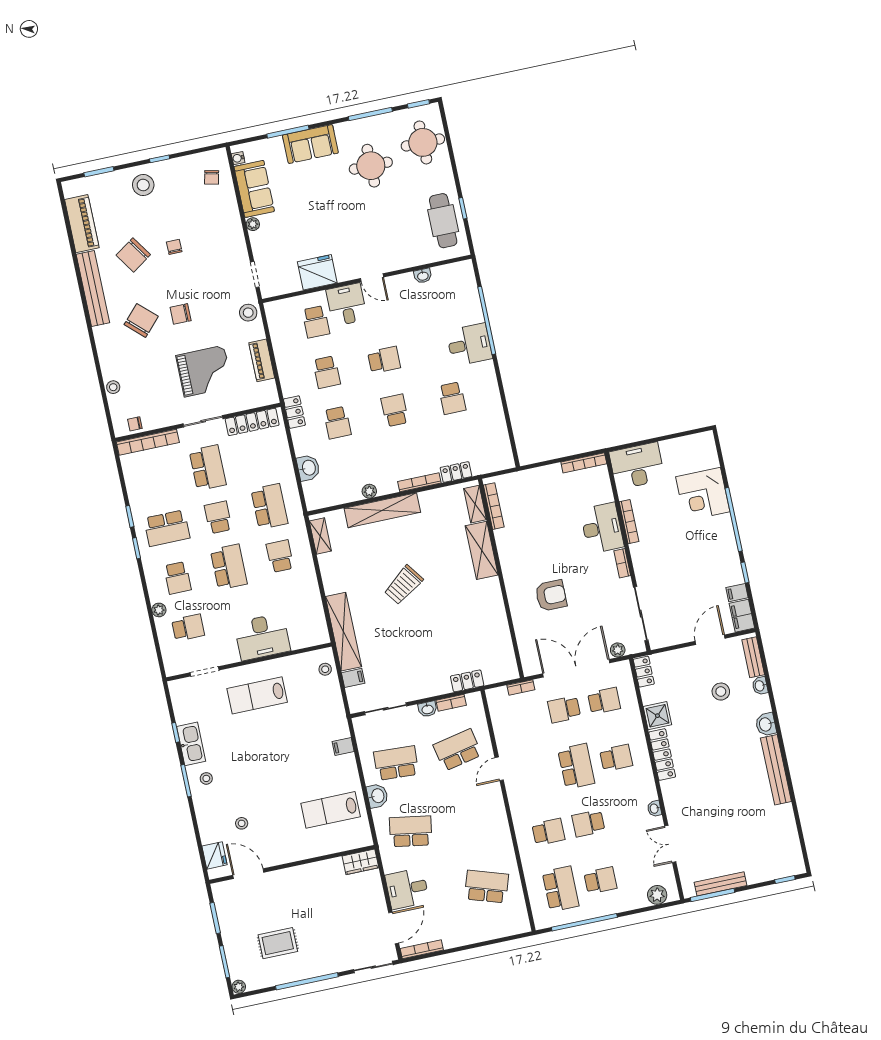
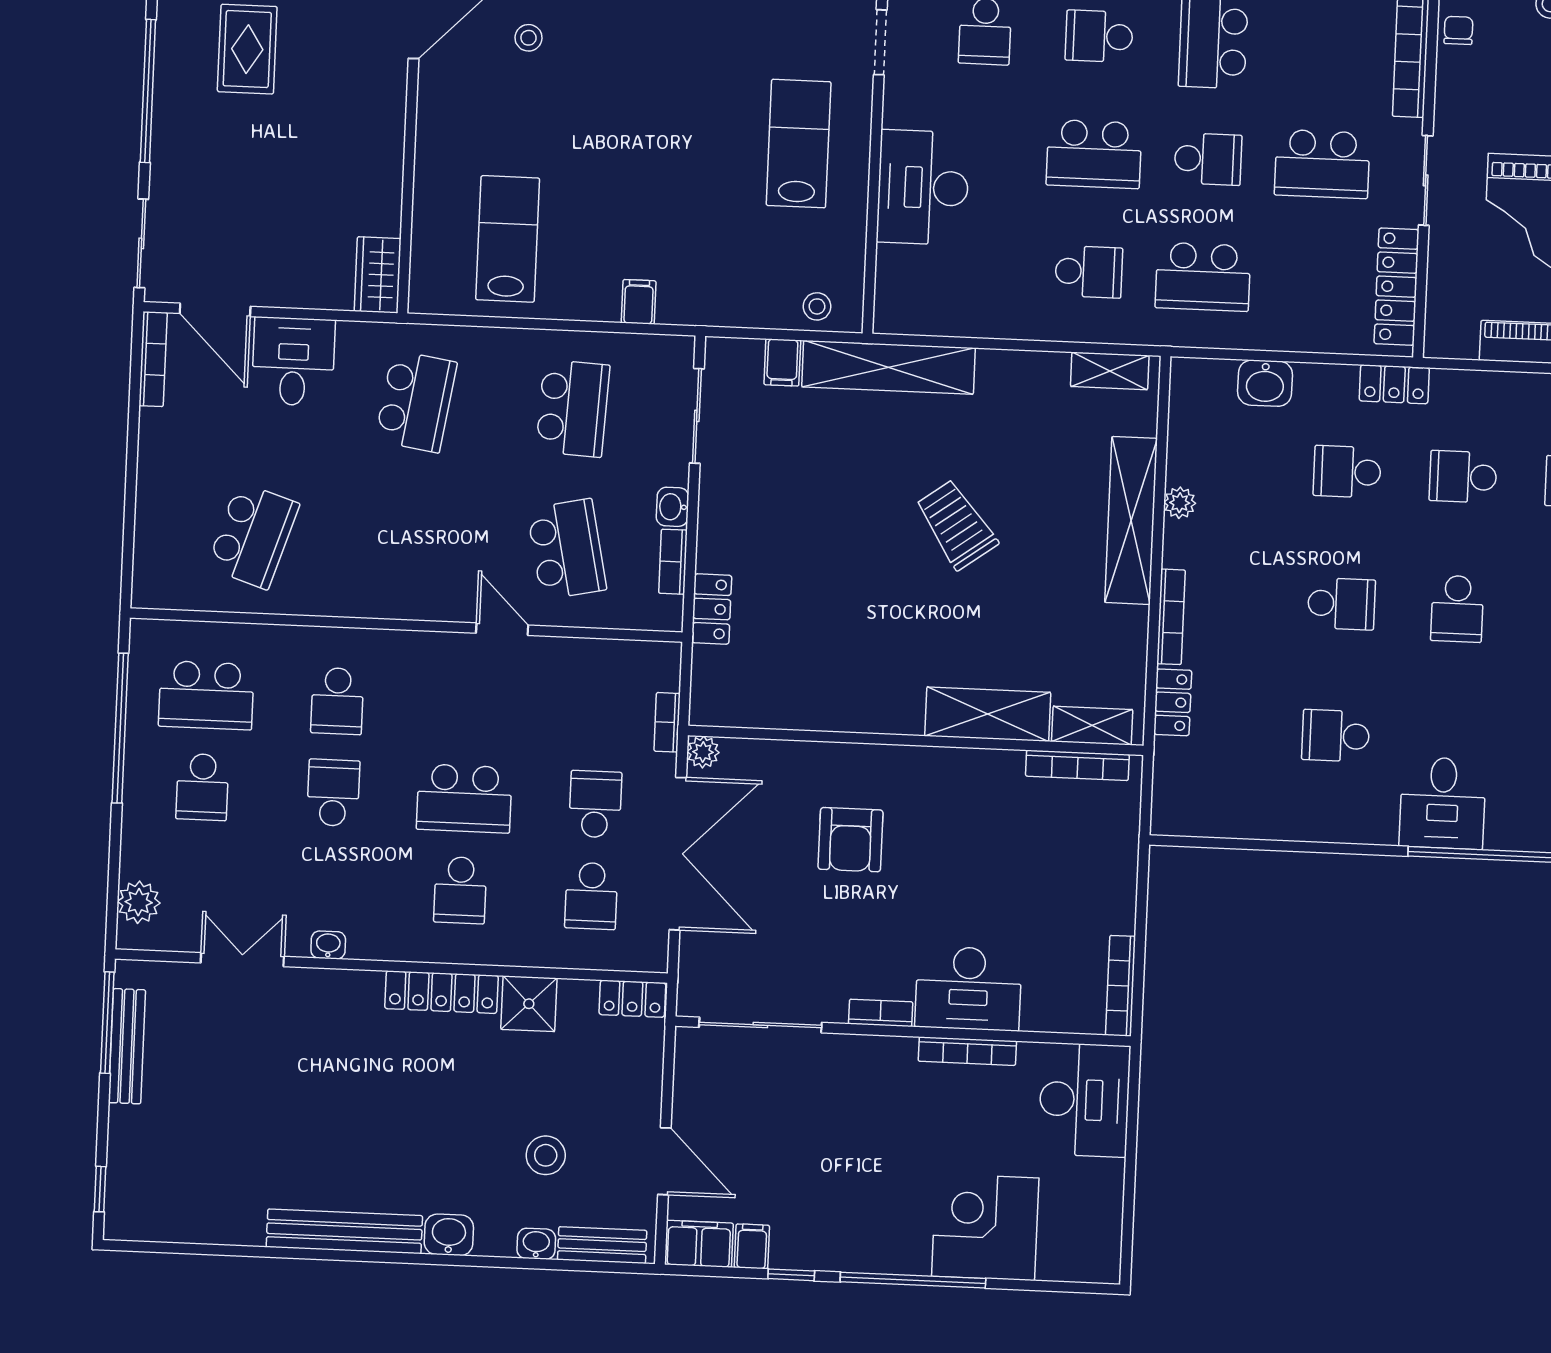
plant: (618, 650) -> (703, 752), moved
washbasin: (377, 796) -> (512, 349), removed

